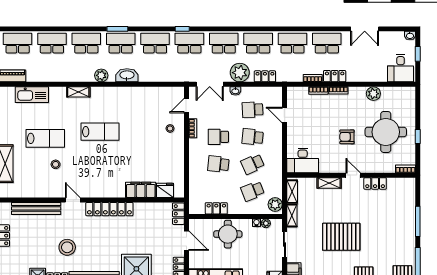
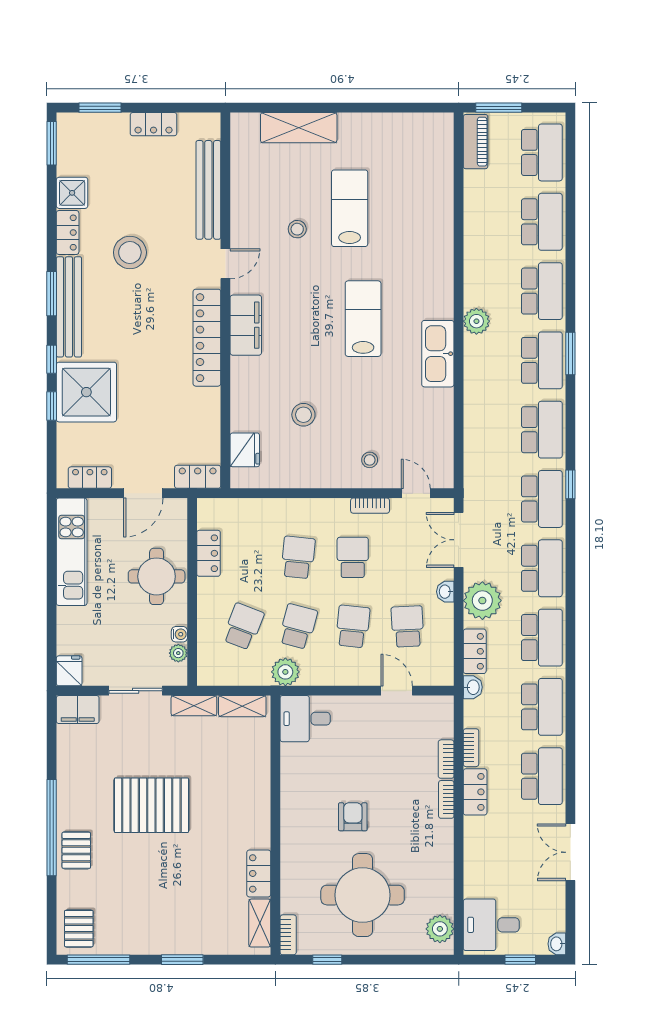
washbasin: (127, 75) -> (473, 687), moved, width x0.52, depth x0.69
shelving: (78, 92) -> (443, 275), removed
plant: (373, 94) -> (440, 929), moved
kitchen sink: (32, 95) -> (438, 354), moved
door: (284, 115) -> (397, 691), hinge flipped
lab bench: (100, 132) -> (363, 319), turned 180
window: (418, 136) -> (327, 960), moved
lab bench: (45, 138) -> (350, 208), turned 180
desk: (303, 160) -> (305, 719), width x0.73
stool: (148, 161) -> (303, 415), added
school desk: (253, 164) -> (298, 626), turned 39
door: (353, 175) -> (275, 829), removed
shelving: (329, 183) -> (260, 923), moved
filing cabinet: (141, 190) -> (246, 325), moved
school desk: (253, 191) -> (243, 626), turned 42
plant: (275, 205) -> (285, 672), moved
window: (418, 221) -> (182, 960), width x0.69
pallet: (341, 237) -> (151, 805), turned 90

